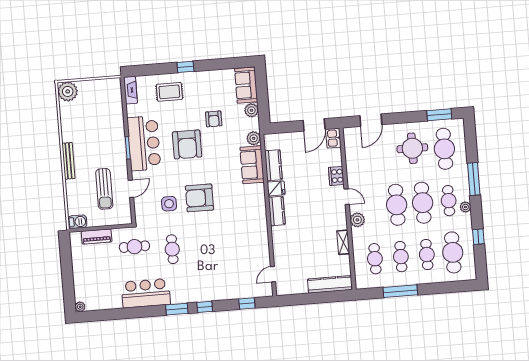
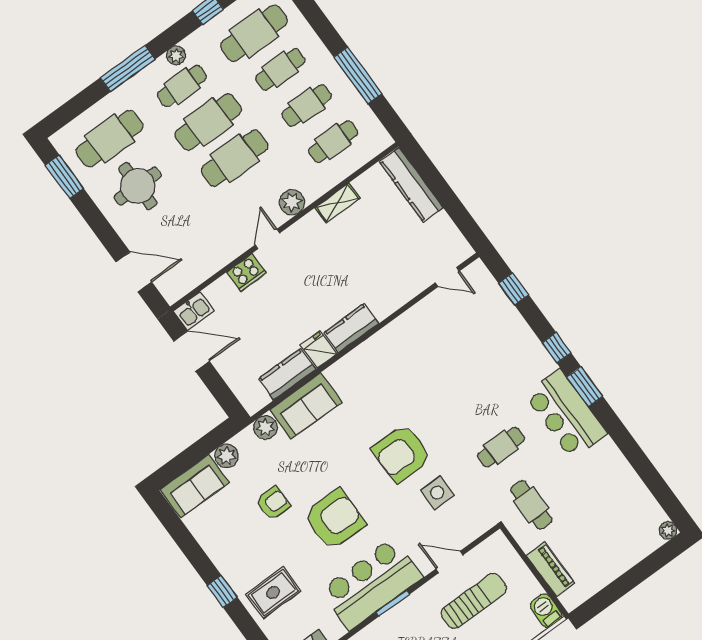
rug: (169, 92) -> (273, 593), turned 90
armchair: (199, 198) -> (402, 453), turned 90
bar counter: (146, 293) -> (566, 414), moved

